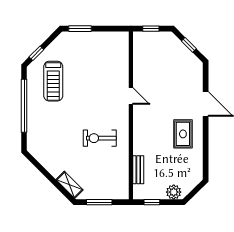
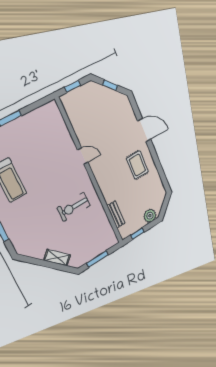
shelving: (70, 185) -> (57, 258), moved

